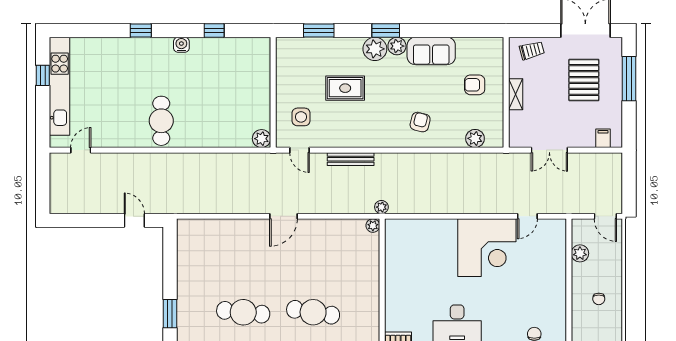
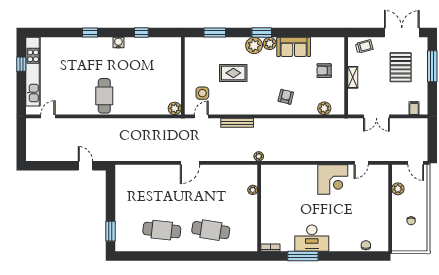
door: (299, 150) -> (201, 116), swing flipped
plant: (373, 226) -> (253, 190), moved
corner desk: (487, 248) -> (333, 179), width x0.74, depth x0.74

